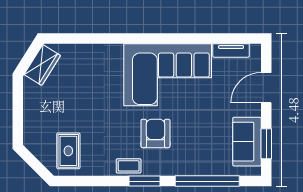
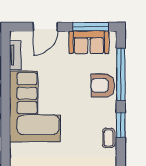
door: (266, 88) -> (45, 27), hinge flipped
armchair: (155, 133) -> (103, 85), moved
window: (266, 144) -> (91, 27), width x1.44

